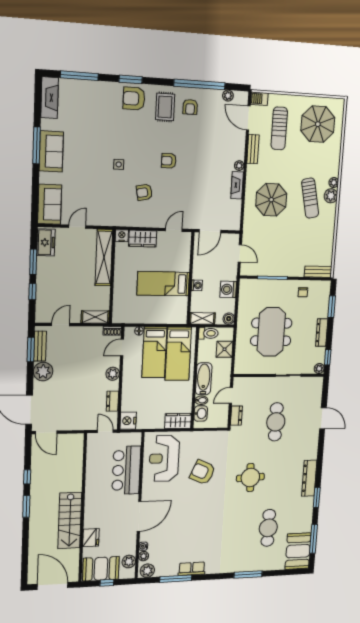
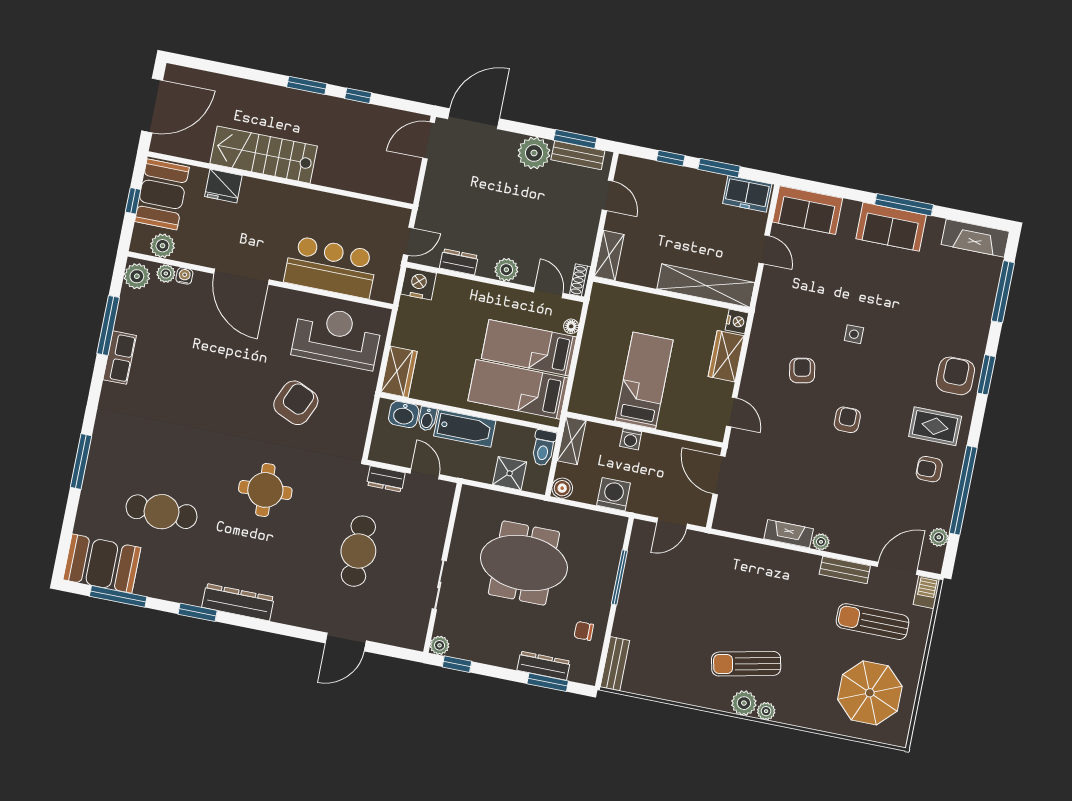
parasol: (271, 200) -> (755, 592), removed
dresser: (322, 333) -> (544, 666), moved
cafe table: (276, 422) -> (358, 551), turned 90

